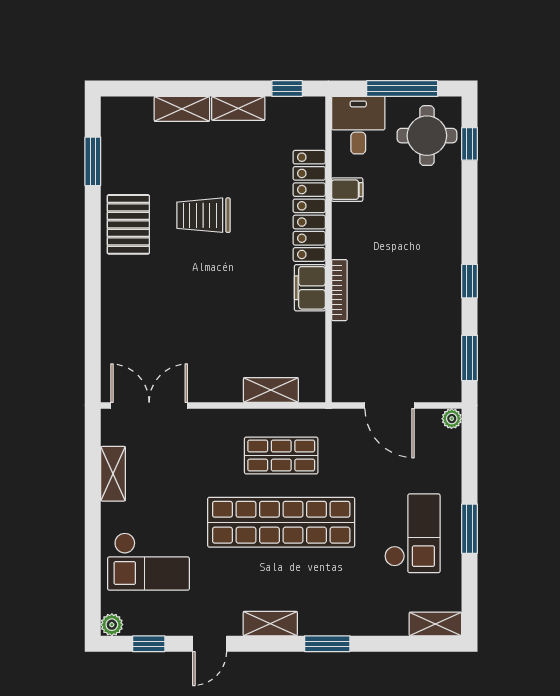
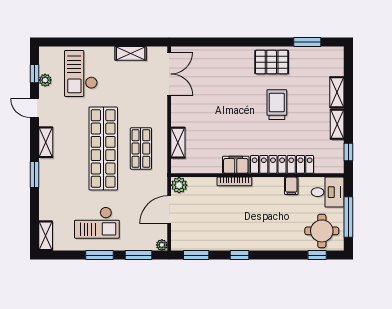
plant: (346, 388) -> (179, 185), added
window: (470, 460) -> (138, 255), added
plant: (112, 625) -> (45, 80), moved

